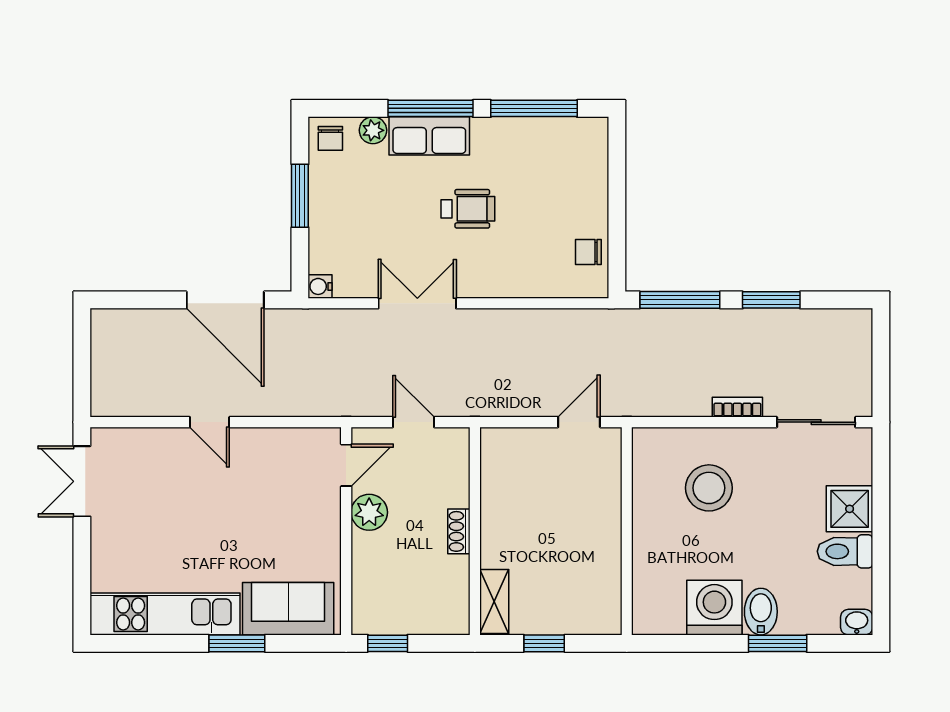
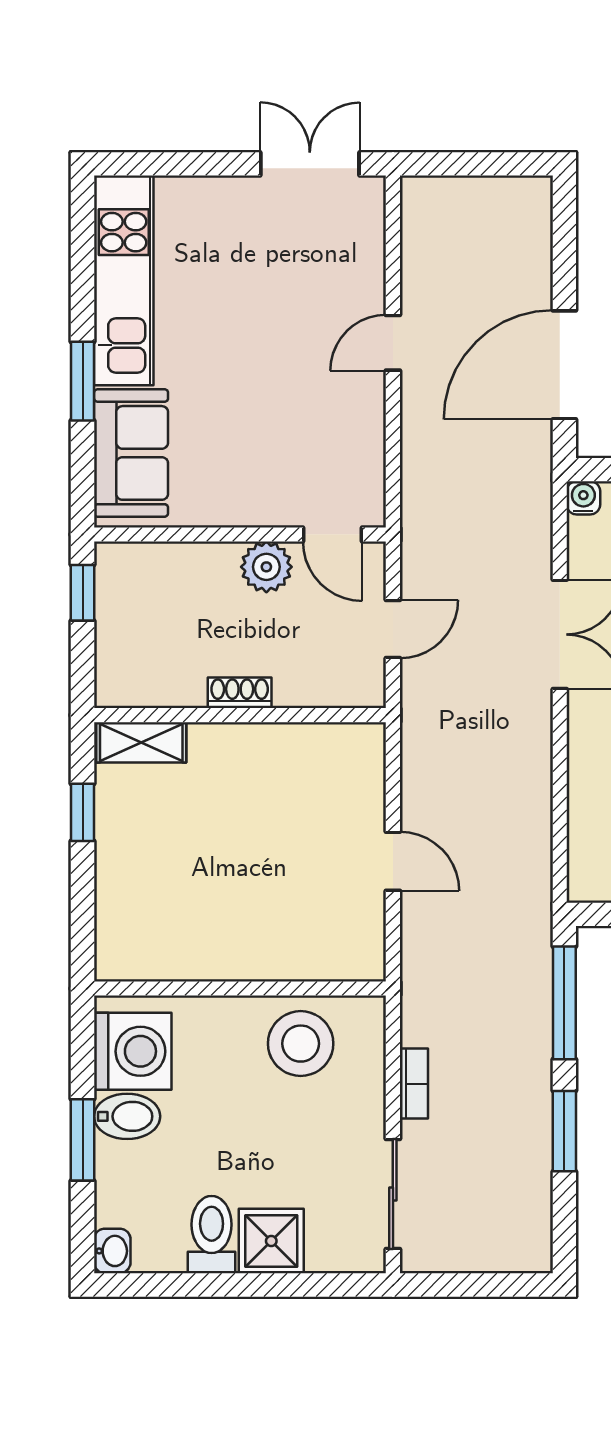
wall: (627, 531) -> (240, 988), moved

